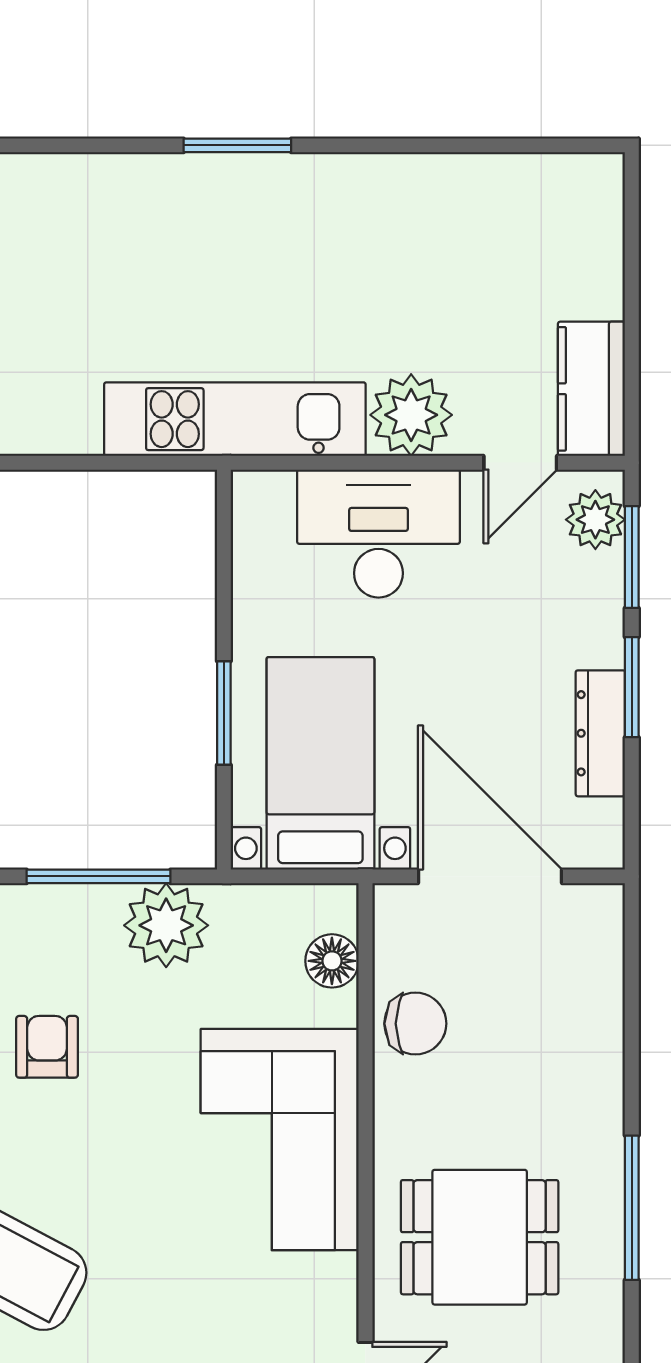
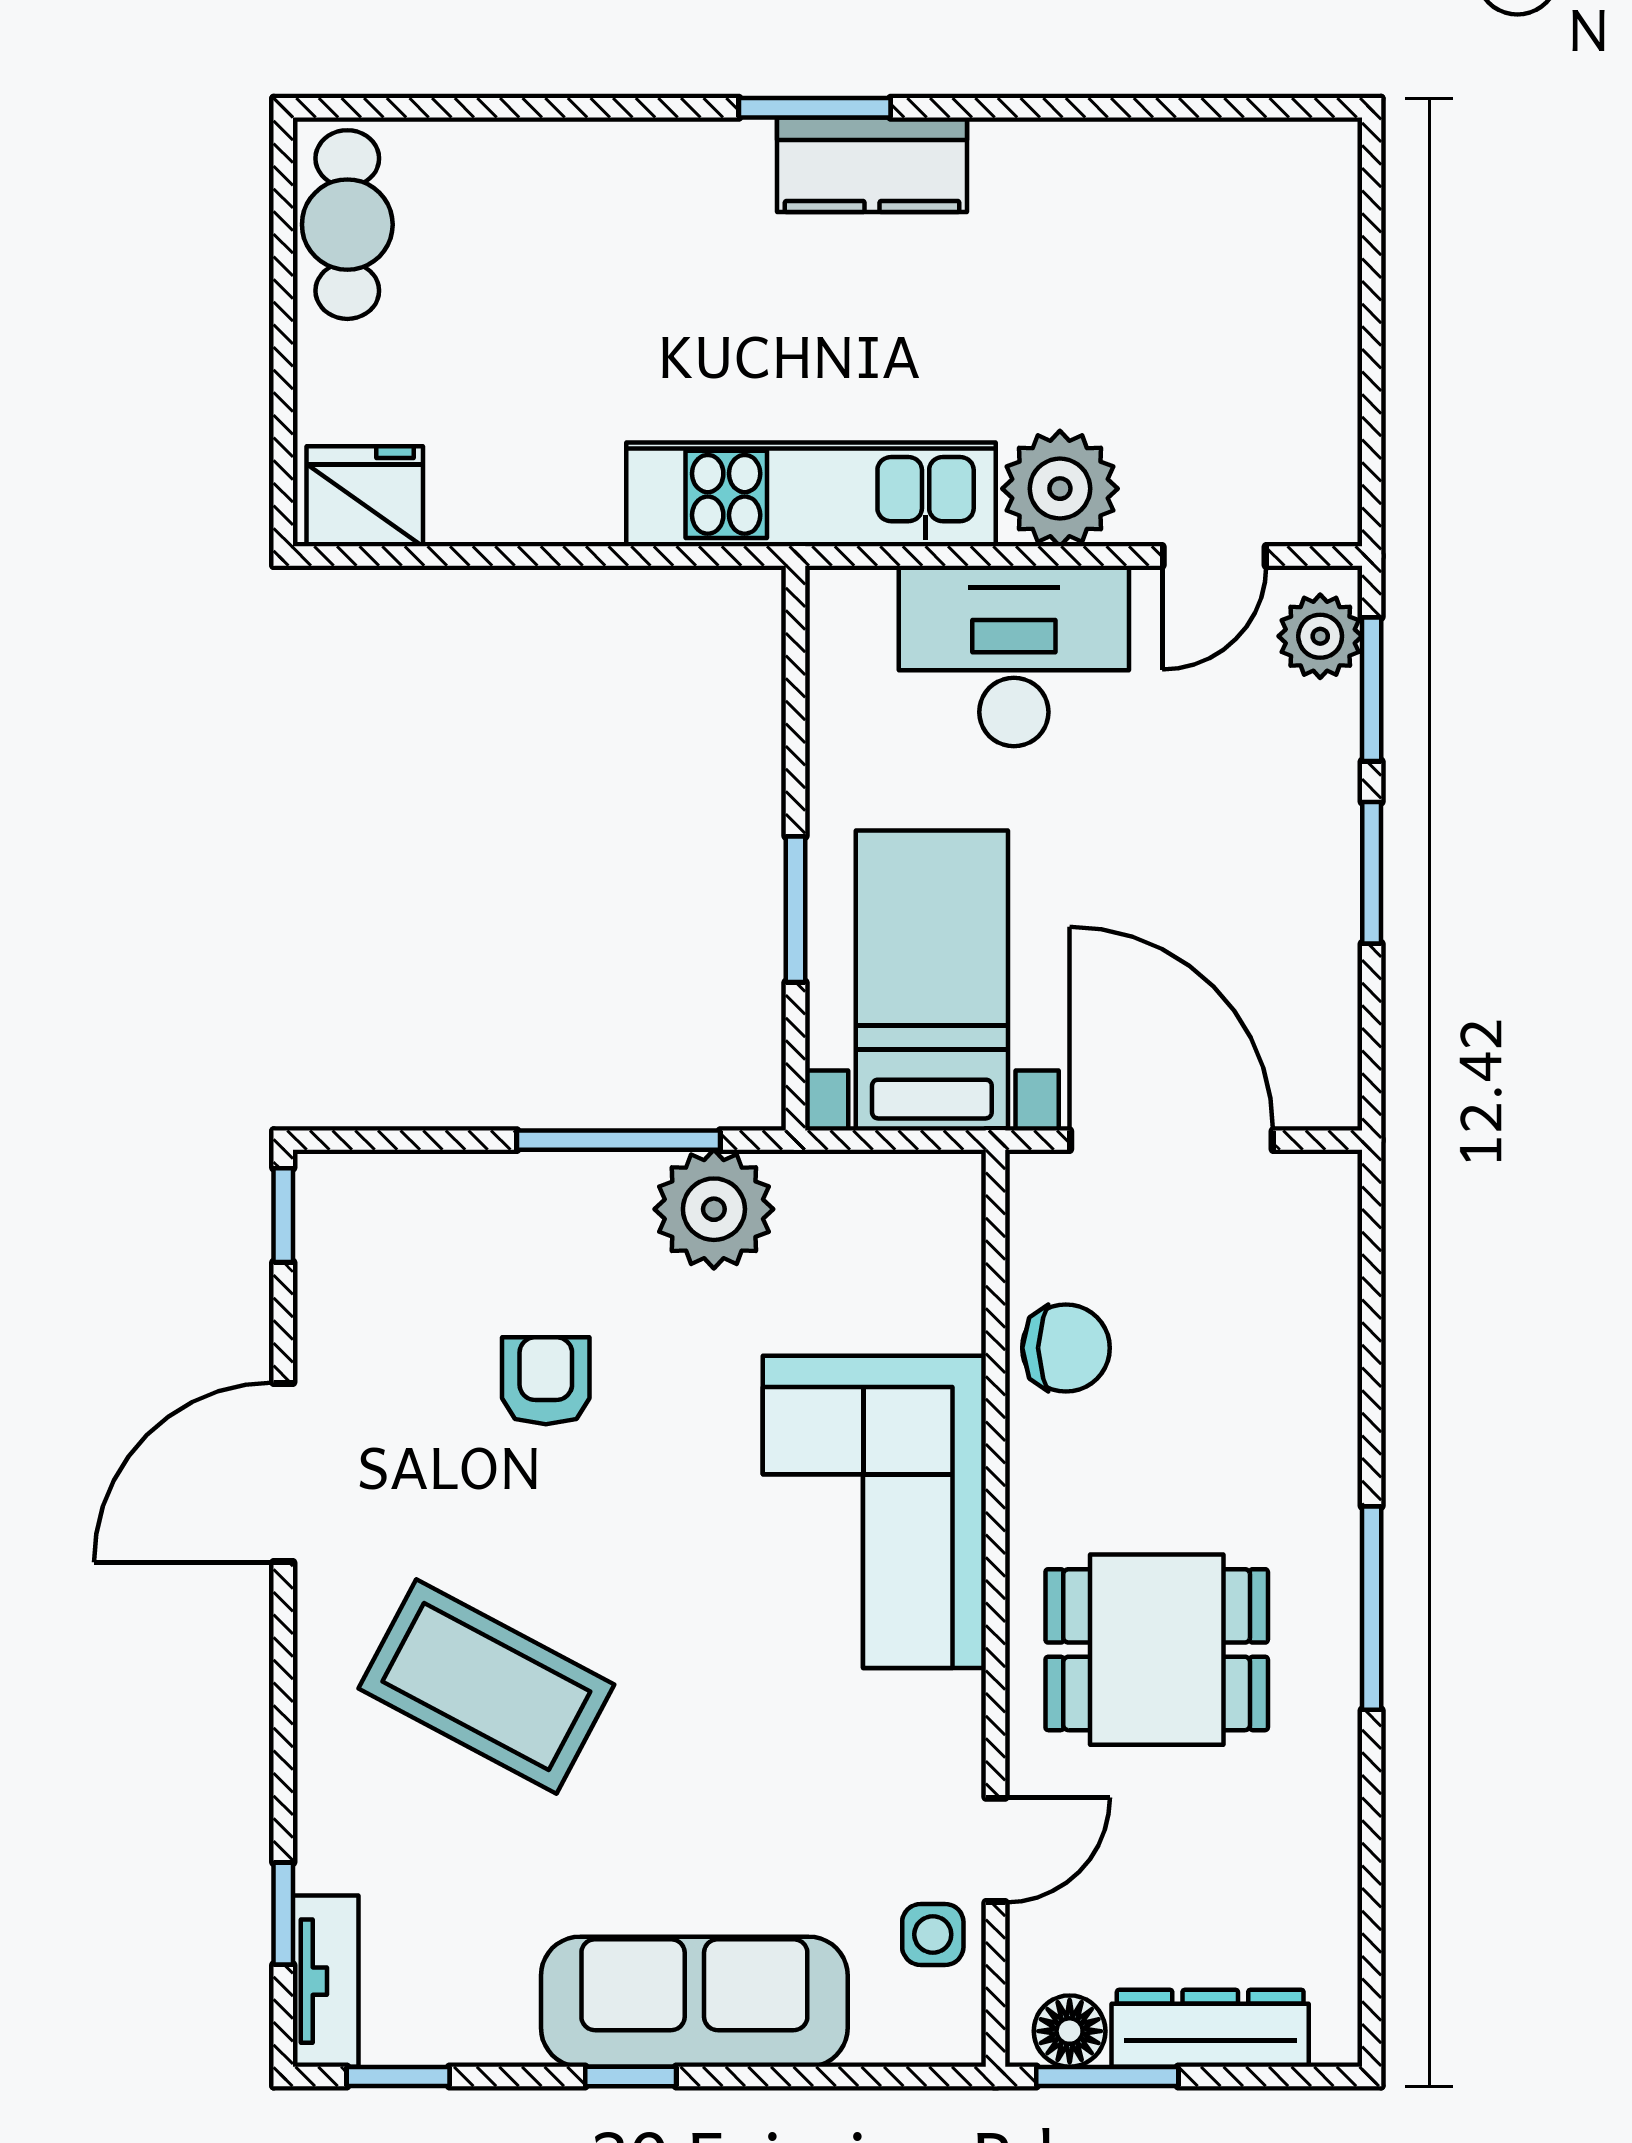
kitchen counter: (591, 389) -> (872, 165), moved, turned -90
dresser: (600, 733) -> (1327, 938), removed
floor lamp: (332, 961) -> (948, 1259), removed

